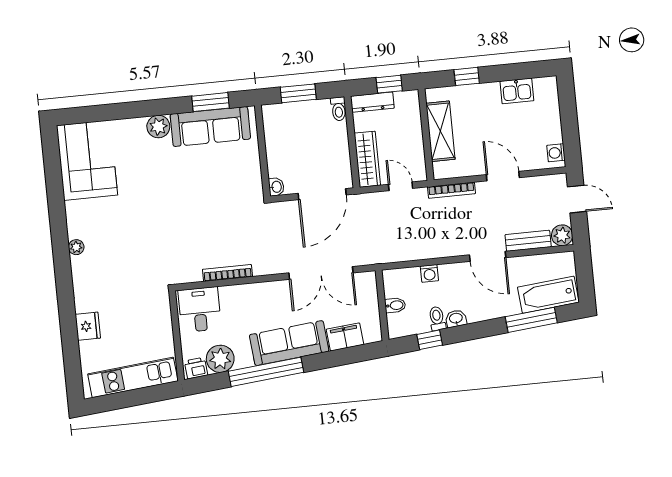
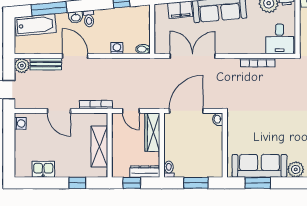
bidet: (395, 305) -> (143, 49), moved
toilet: (437, 318) -> (89, 19), moved
washbasin: (456, 319) -> (76, 17), moved

